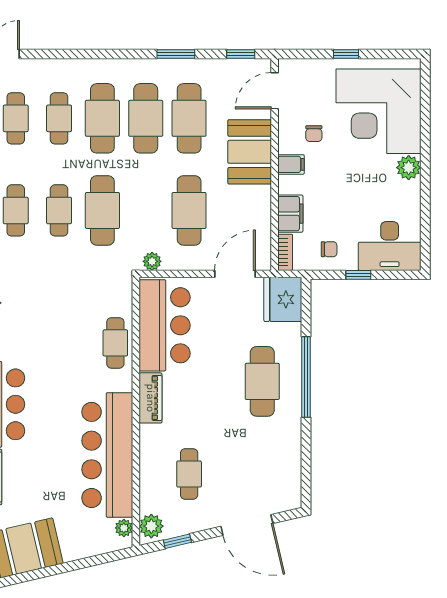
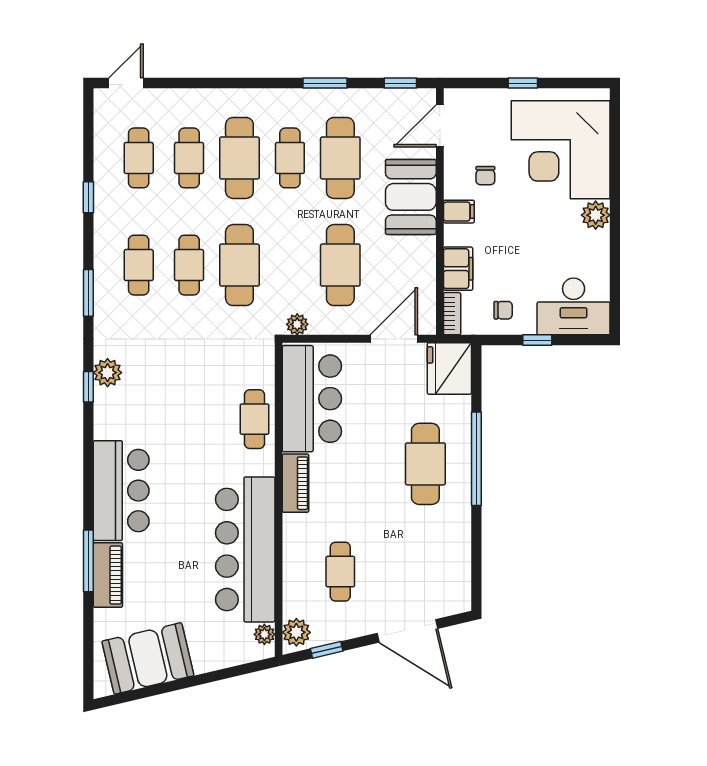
cafe table: (146, 118) -> (290, 158), width x0.73, depth x0.74

